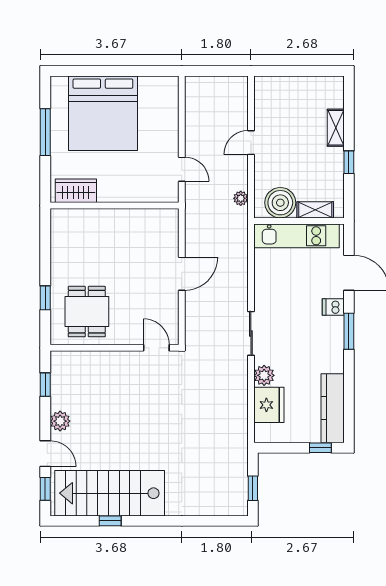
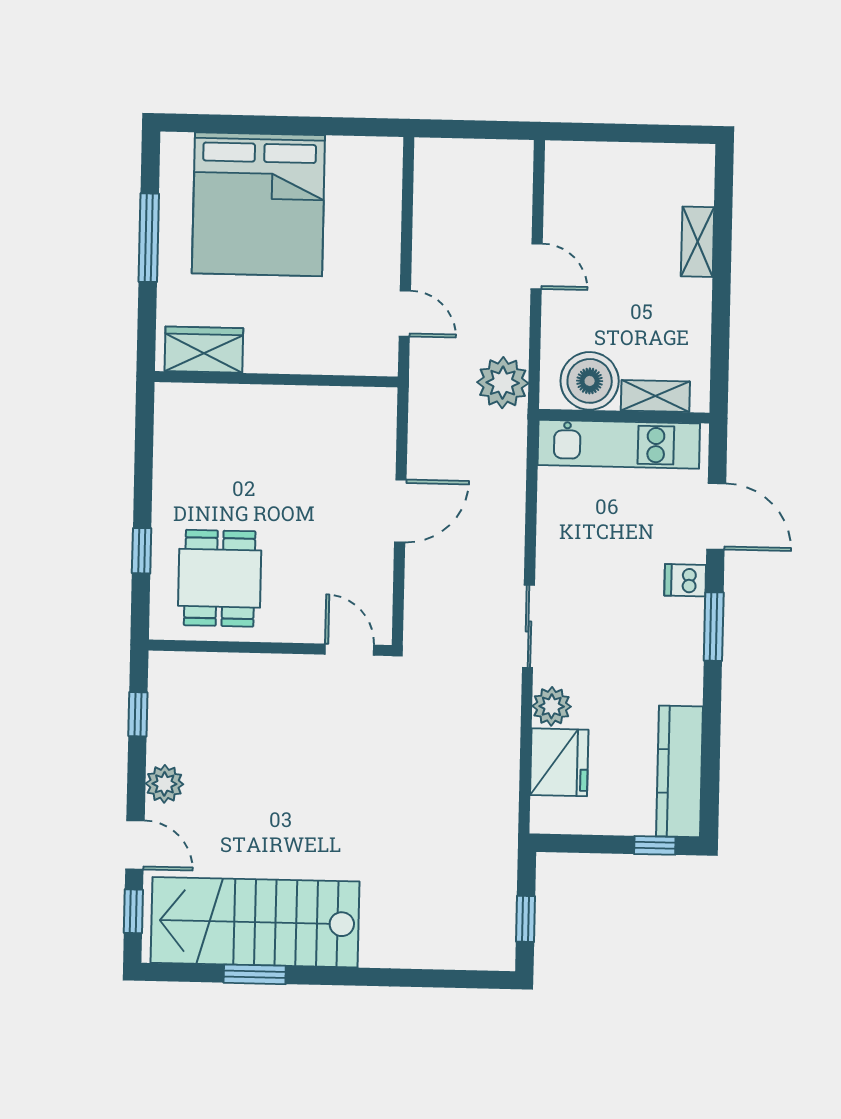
door: (251, 143) -> (537, 266), swing flipped
window: (349, 162) -> (721, 308), removed
plant: (241, 198) -> (503, 383), width x1.88, depth x1.88
window: (110, 521) -> (255, 974), width x1.50

